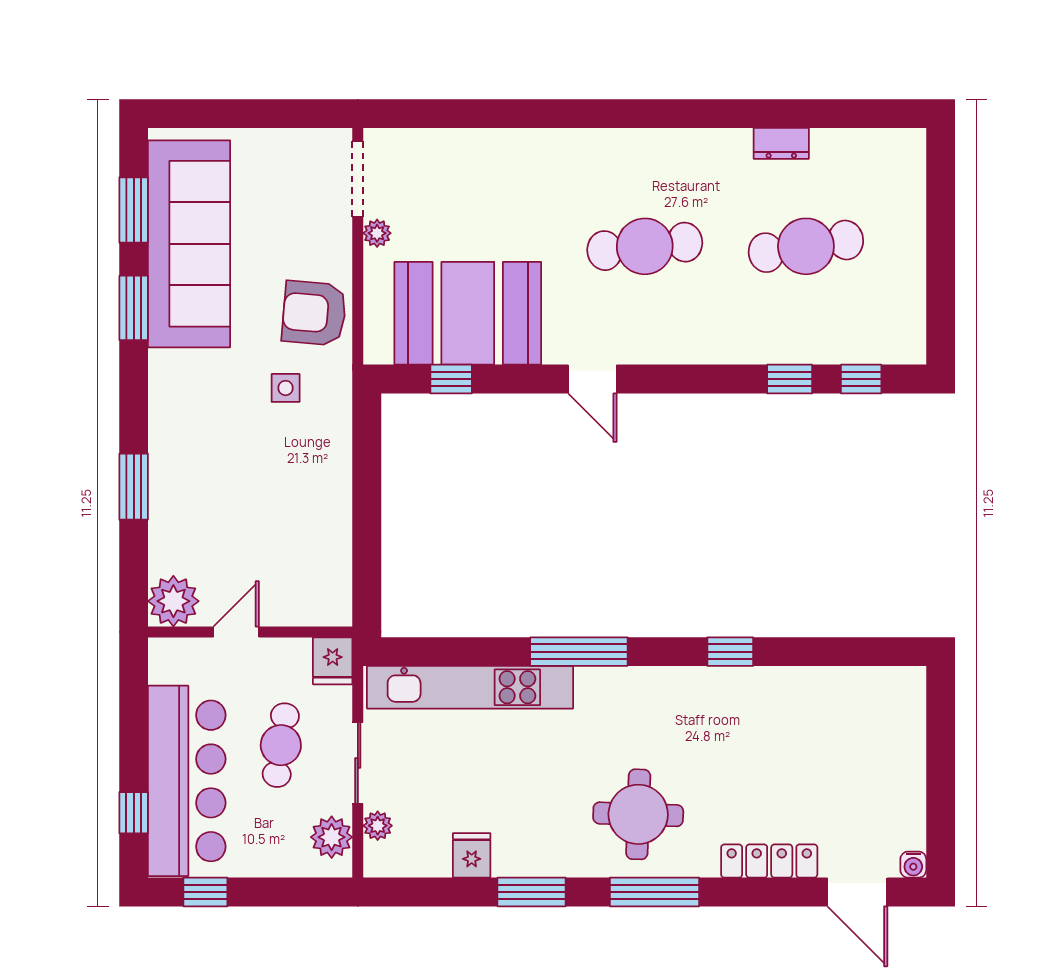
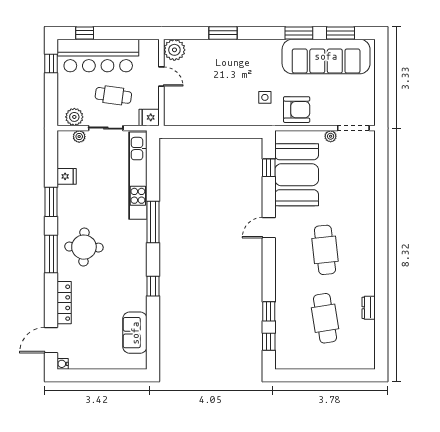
armchair: (314, 313) -> (297, 110), turned 85
sofa: (840, 694) -> (135, 333), added

